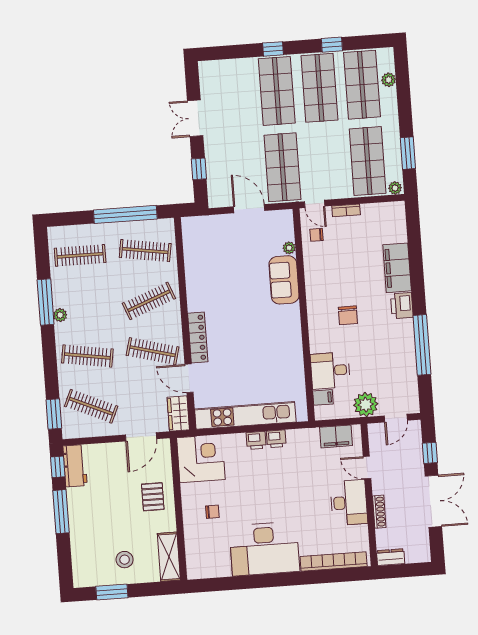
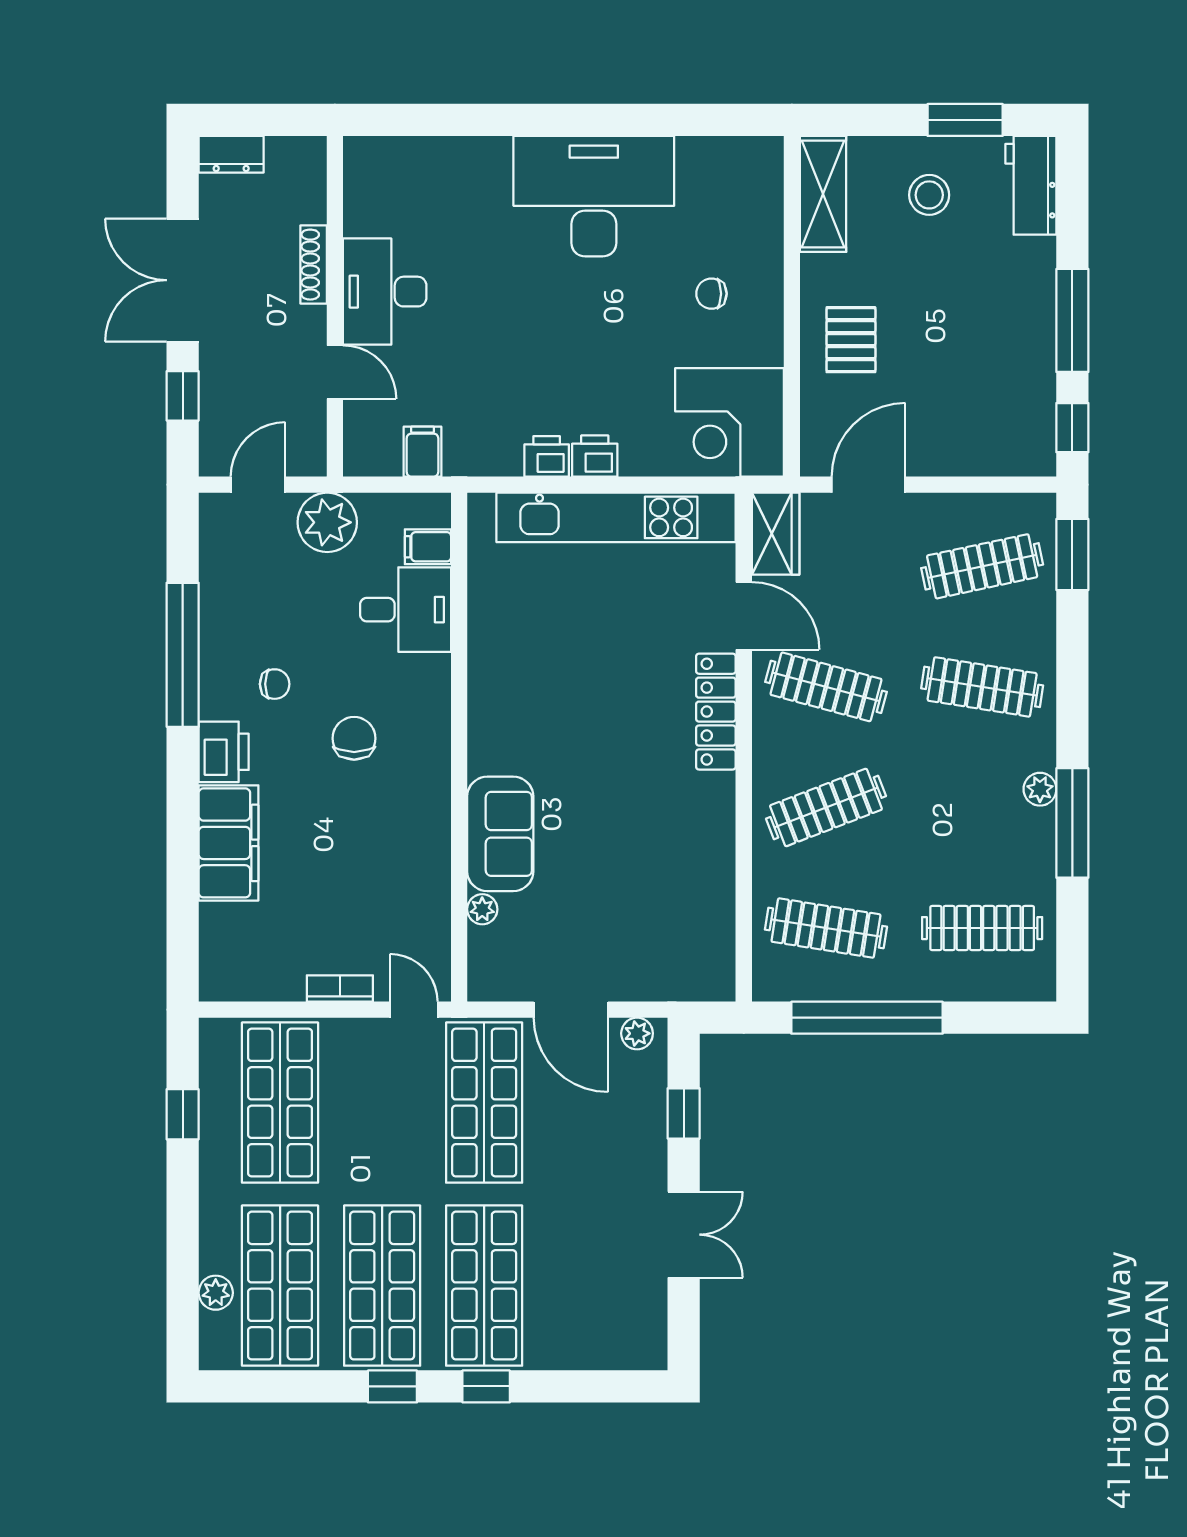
window: (332, 45) -> (392, 1386), moved
window: (408, 153) -> (183, 1114), width x0.67
plant: (395, 188) -> (637, 1033), moved
chair: (317, 235) -> (275, 684), moved
clothes rail: (91, 406) -> (982, 566), turned -36
filing cabinet: (336, 436) -> (422, 452), width x0.50
workbench: (75, 466) -> (1031, 185), moved
dresser: (391, 557) -> (231, 154), moved
bookcase: (334, 561) -> (431, 154), removed

